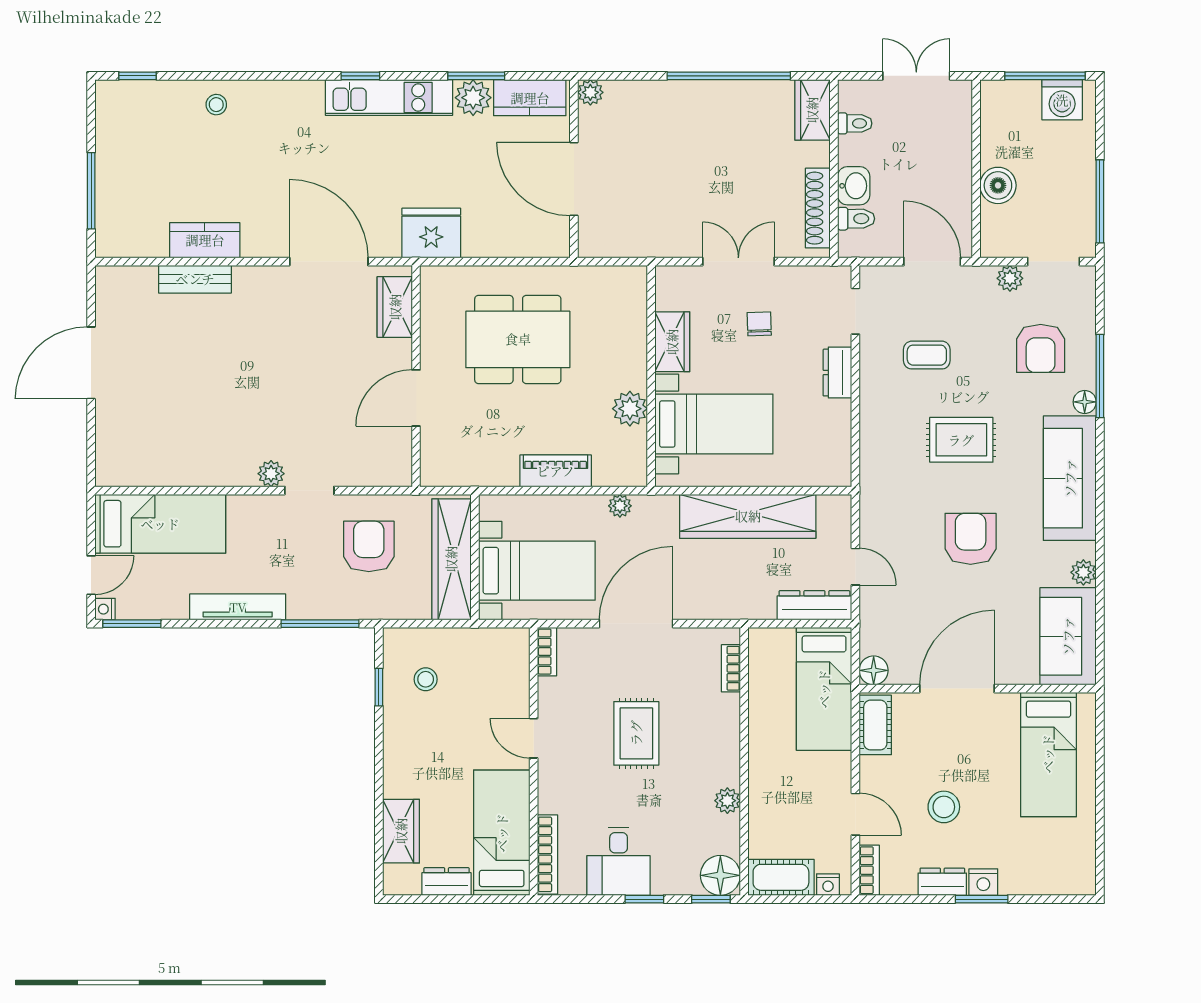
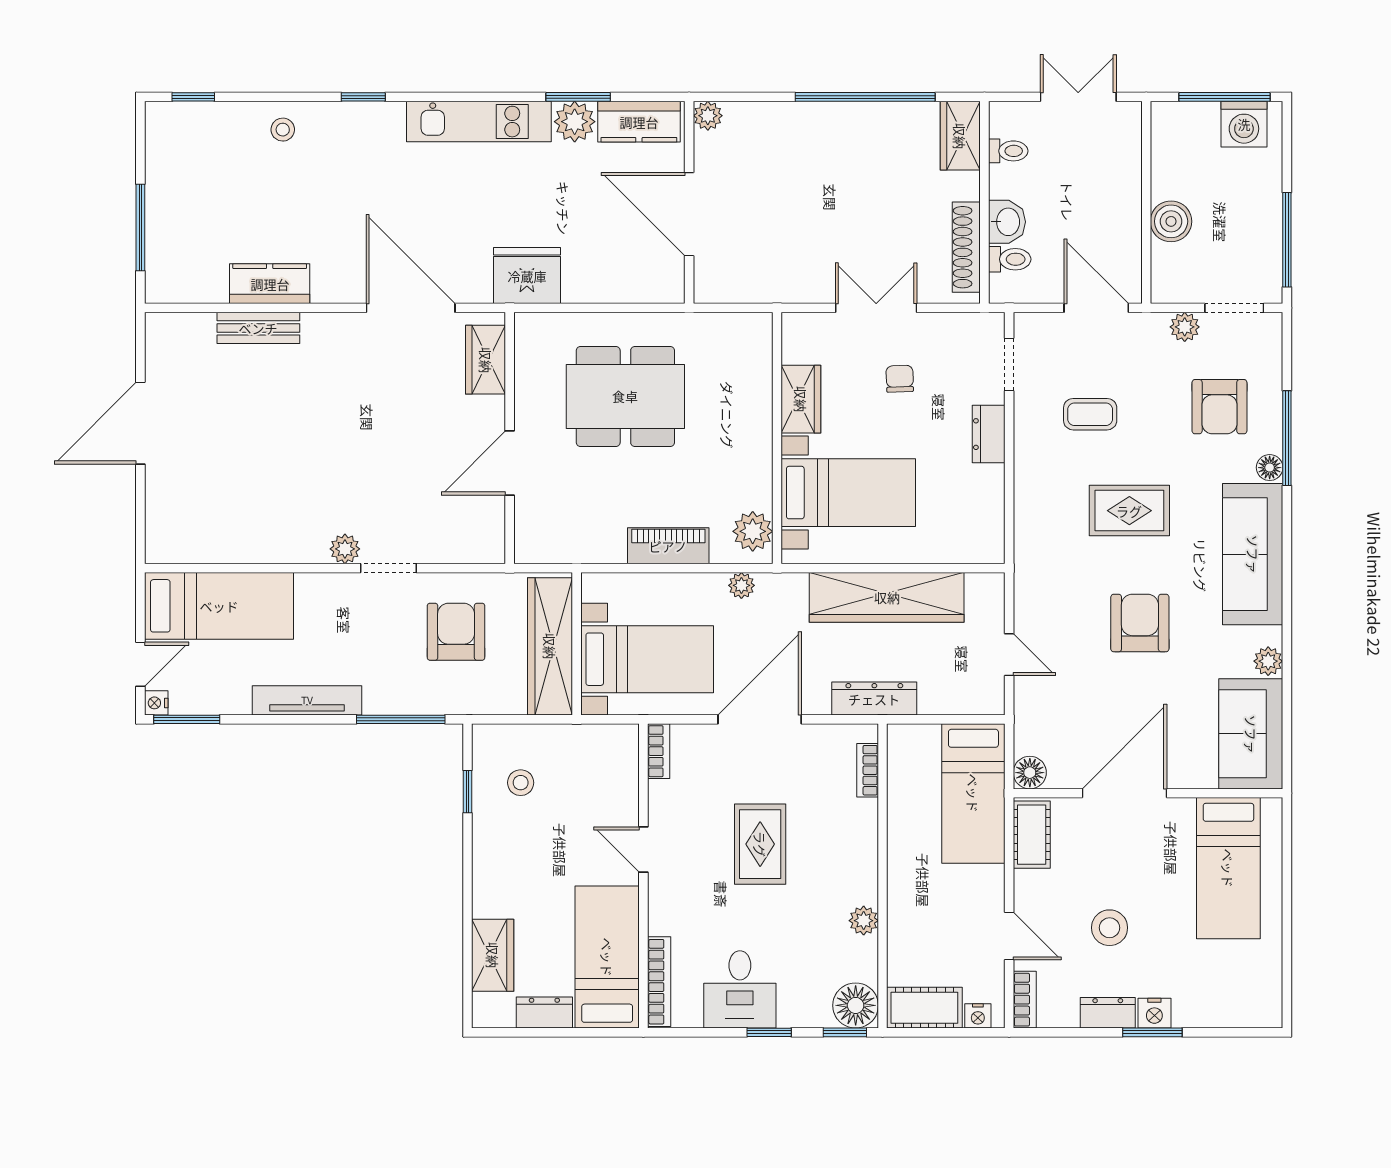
window: (360, 76) -> (363, 97), moved
plant: (630, 409) -> (753, 531), moved
dresser: (814, 605) -> (874, 699), moved

